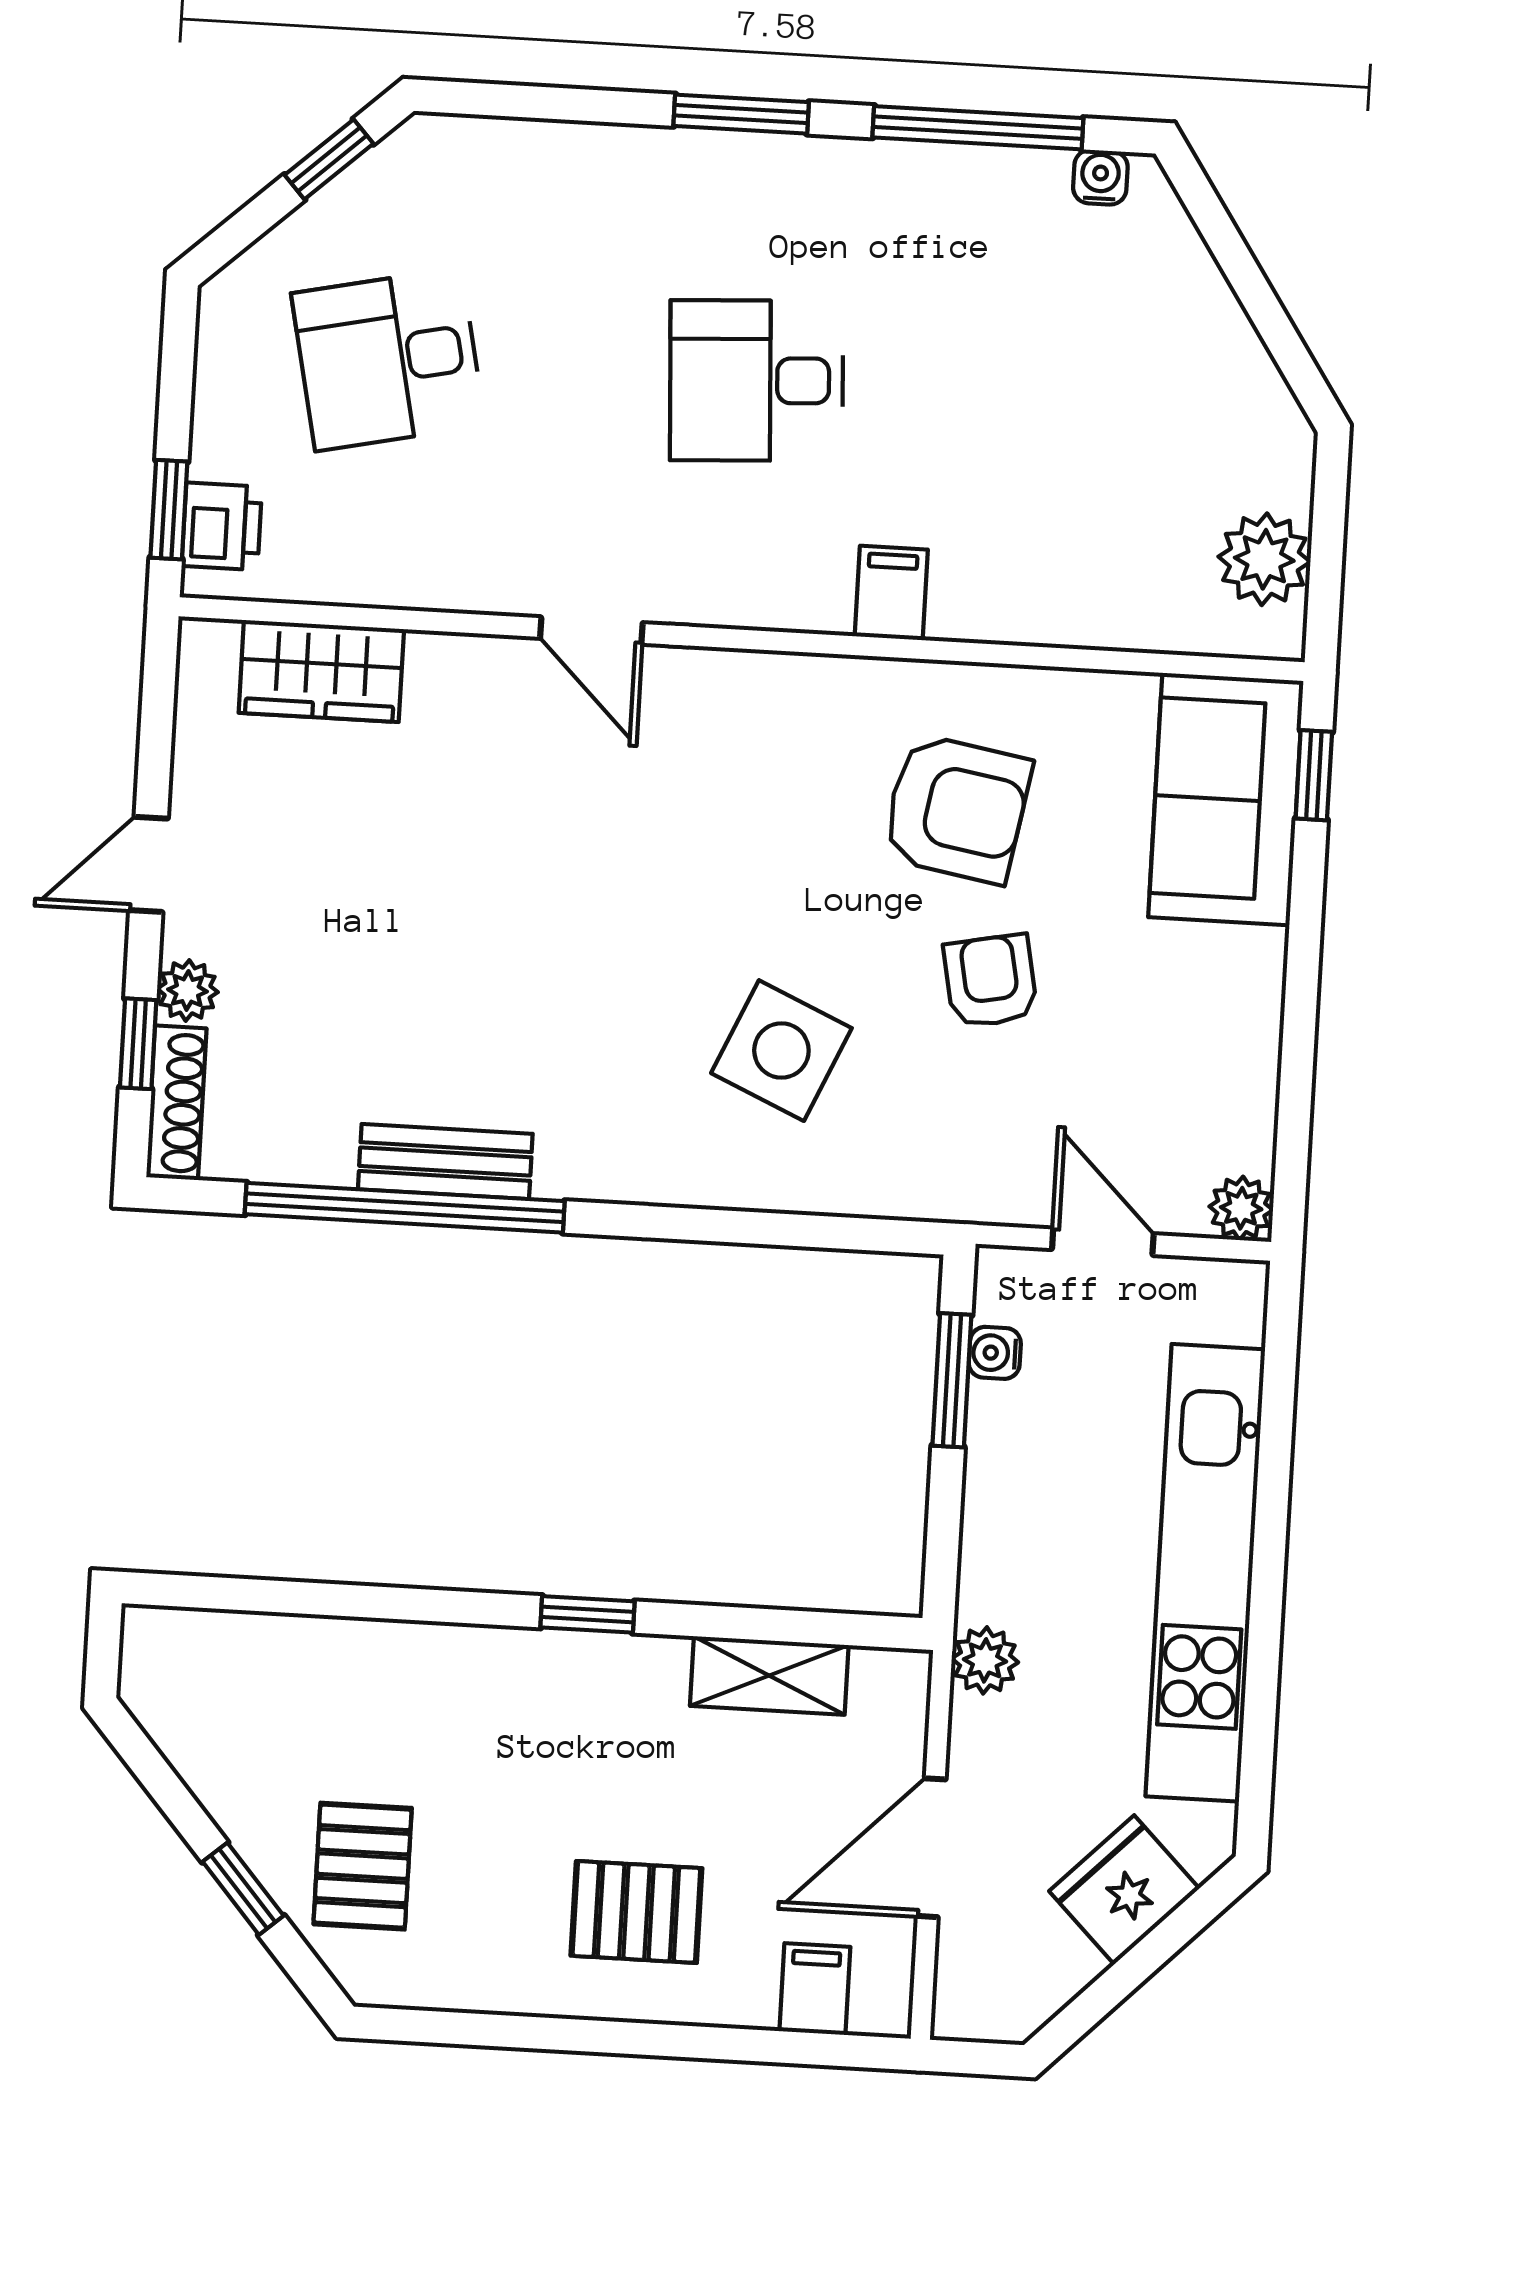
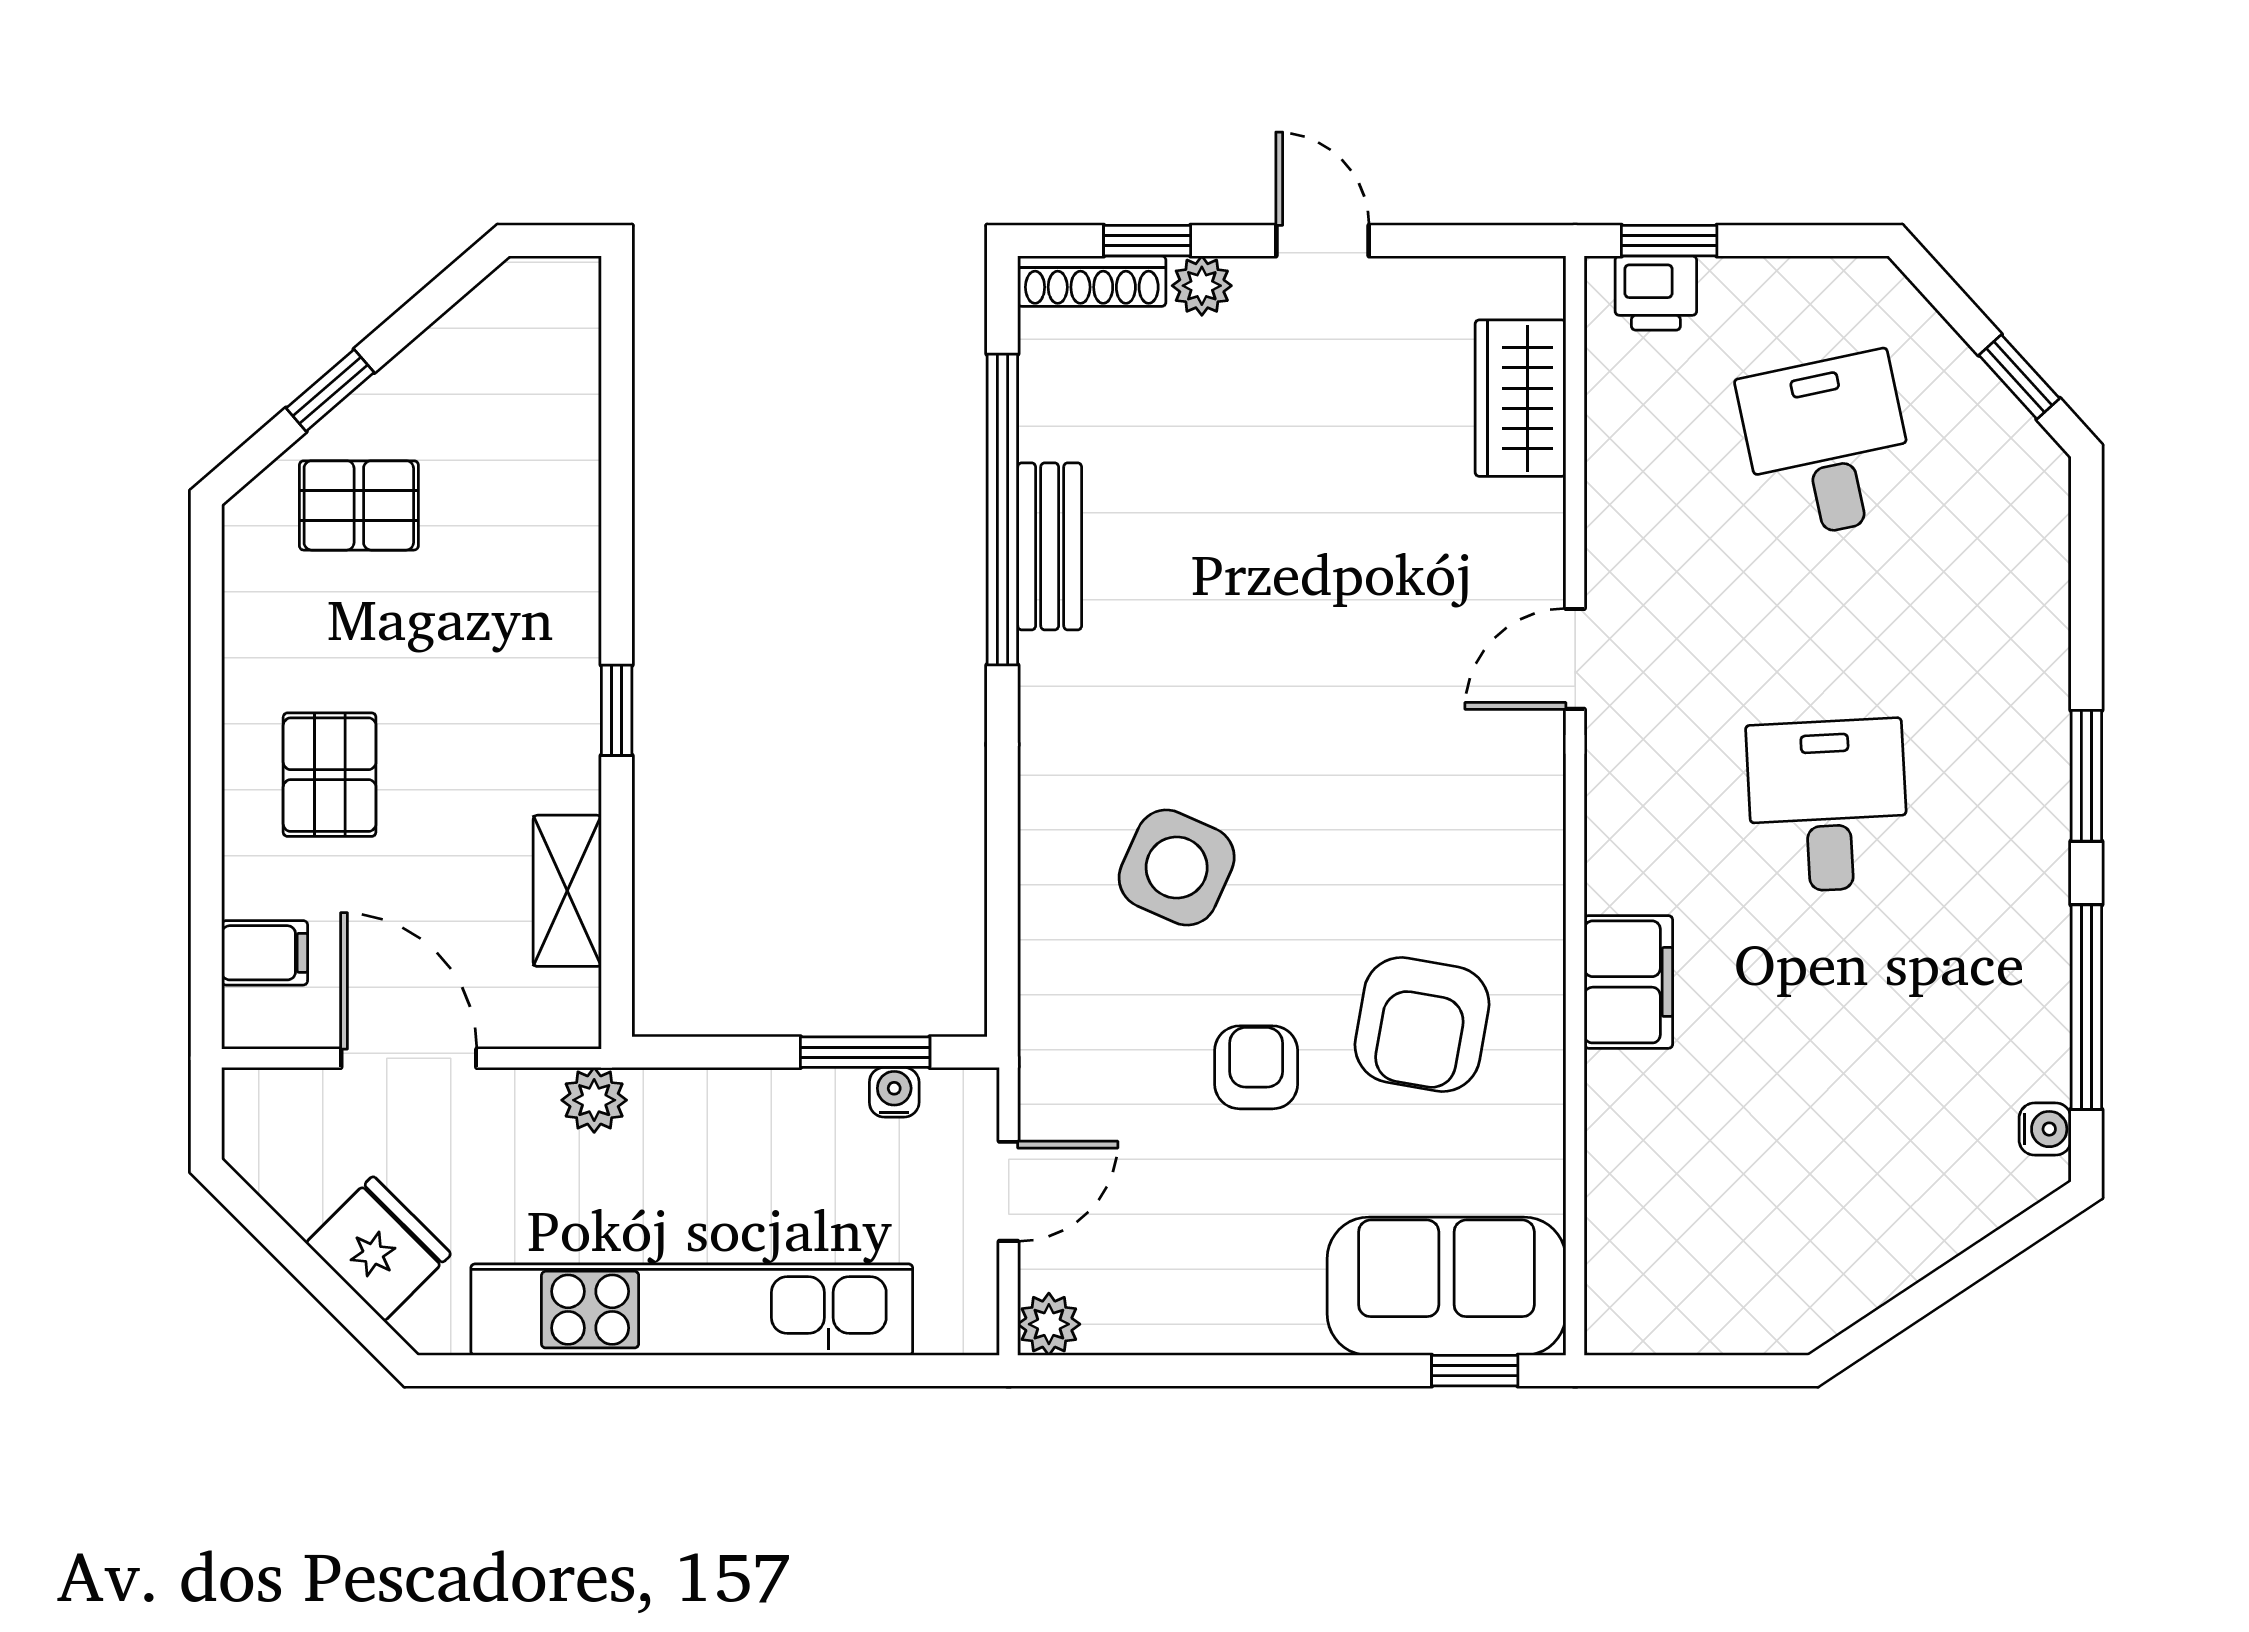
plant: (1264, 559) -> (1682, 1310), removed
filing cabinet: (891, 593) -> (1628, 982), width x2.00
armchair: (991, 981) -> (1256, 1067), turned -79

